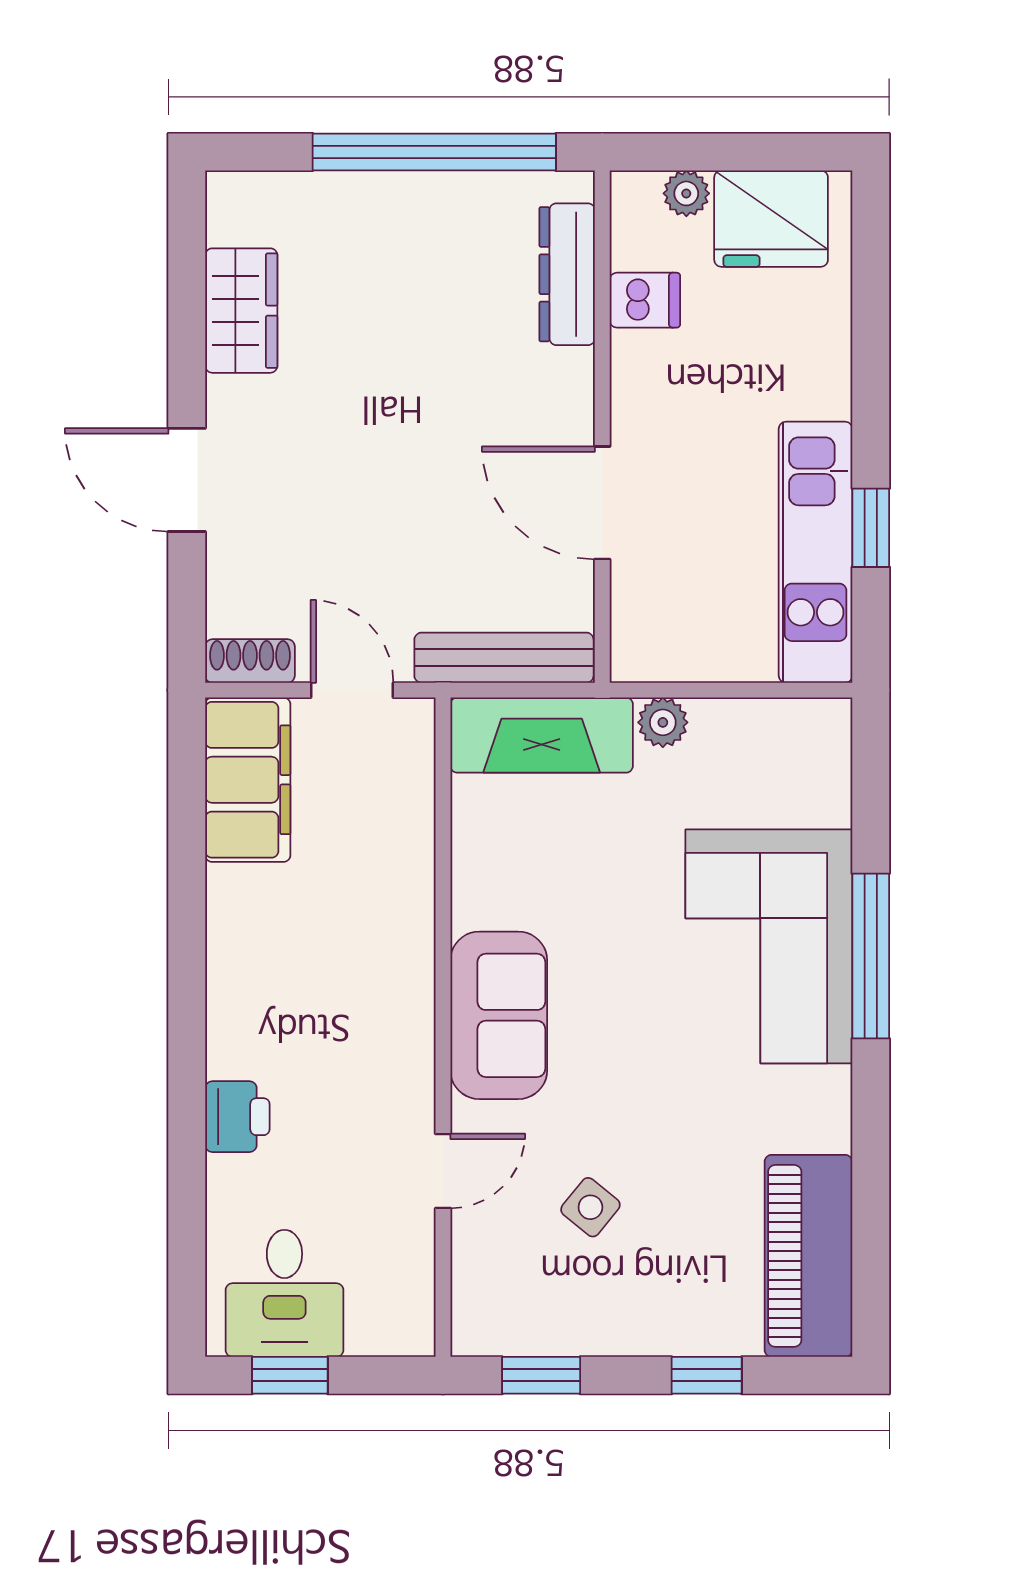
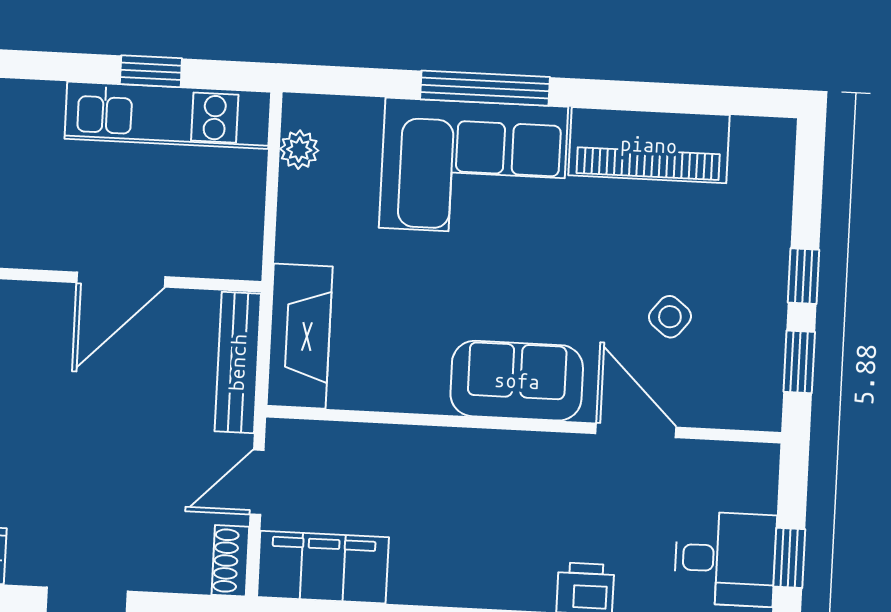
plant: (663, 722) -> (299, 150), moved
door: (443, 1171) -> (636, 430), width x1.38
piano: (808, 1256) -> (649, 145), moved
window: (707, 1375) -> (804, 276), moved

